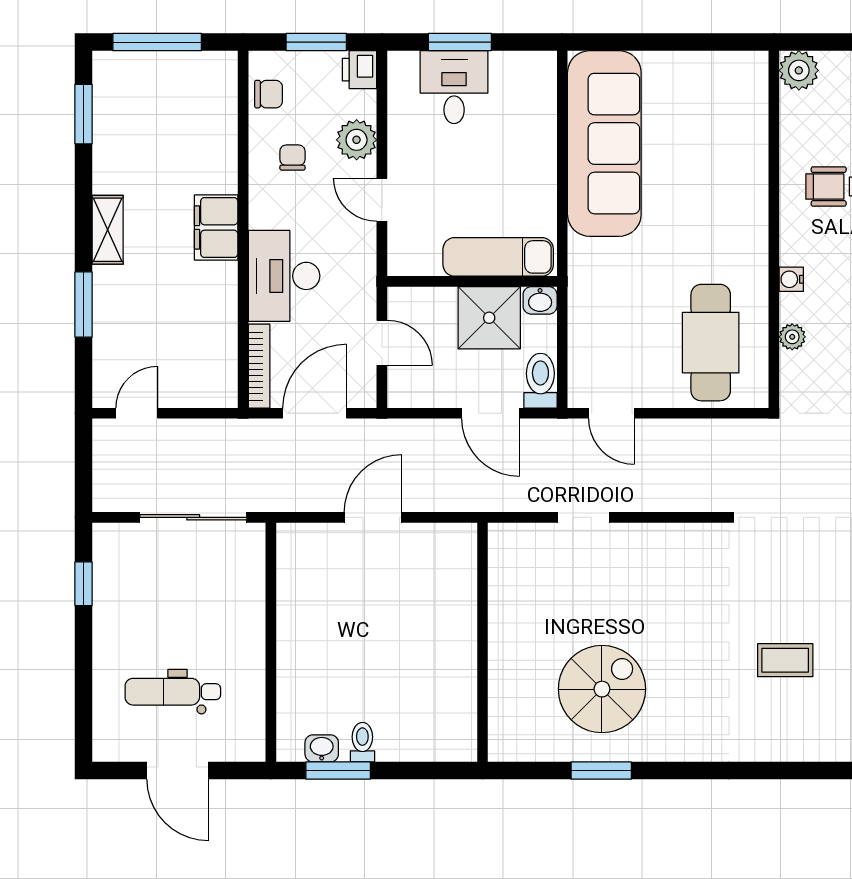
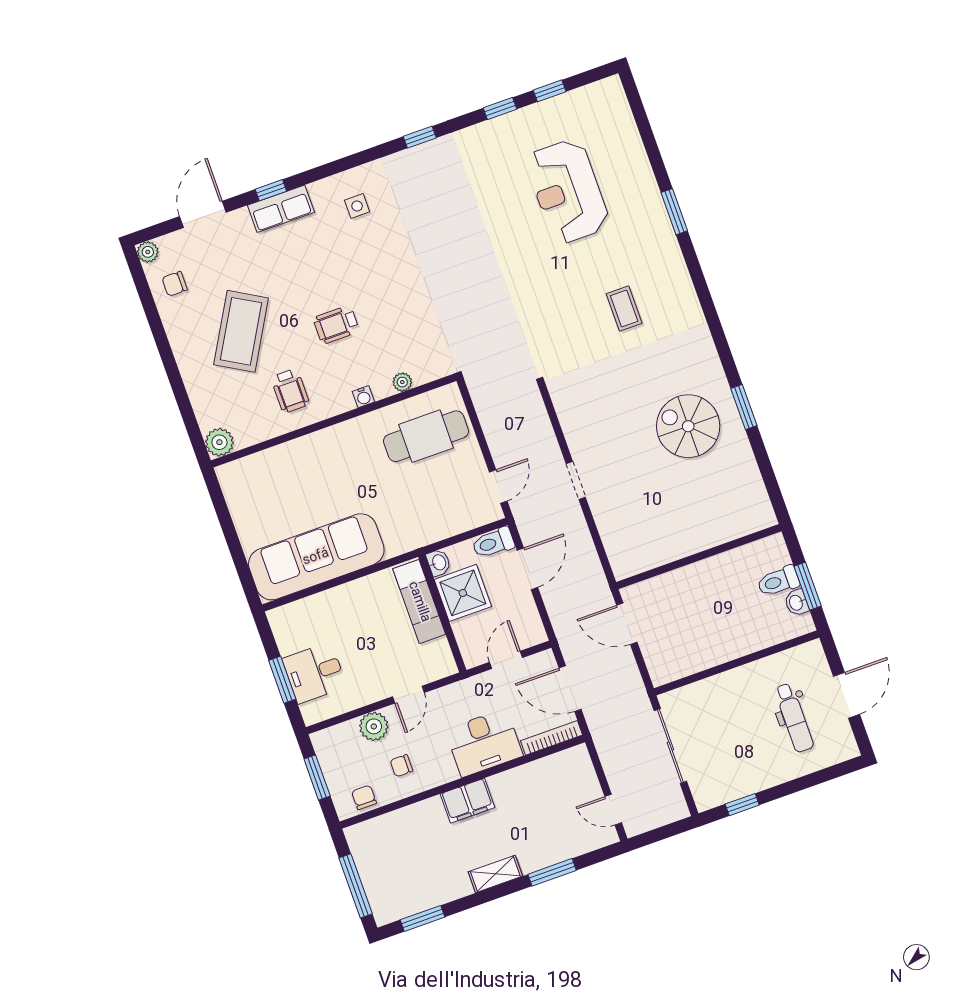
printer: (360, 70) -> (325, 741), removed
wall: (482, 642) -> (699, 557), moved
toilet: (362, 742) -> (778, 581), width x1.37, depth x1.39

